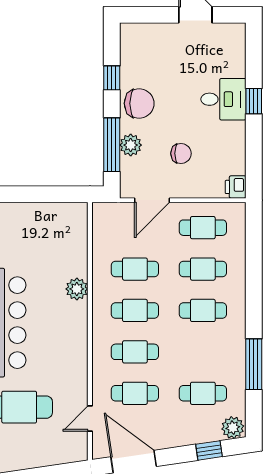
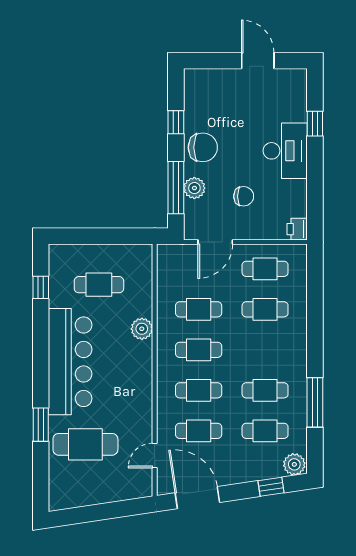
desk: (223, 99) -> (285, 151), width x1.37
window: (254, 101) -> (315, 124), moved
cafe table: (33, 244) -> (99, 285), added
cafe table: (203, 310) -> (265, 390), moved

